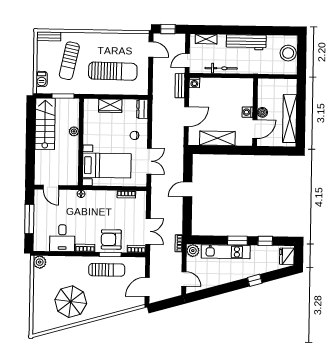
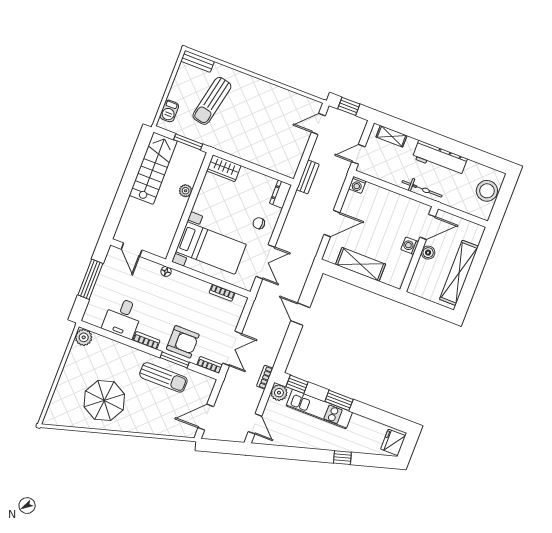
door: (151, 49) -> (318, 124), swing flipped
bicycle: (221, 68) -> (422, 189), moved
sun lounger: (113, 71) -> (261, 134), removed
bench: (180, 86) -> (308, 177), moved
wardrobe: (110, 106) -> (224, 168), moved
door: (255, 129) -> (428, 227), moved
door: (188, 189) -> (300, 314), hinge flipped
armchair: (111, 239) -> (183, 342), turned 180
window: (265, 241) -> (297, 384), moved

